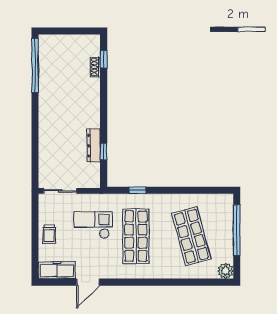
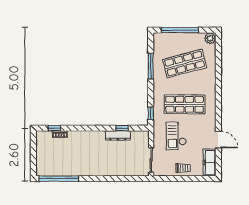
window: (138, 190) -> (151, 113), moved
window: (188, 190) -> (151, 66), added

